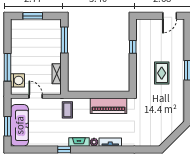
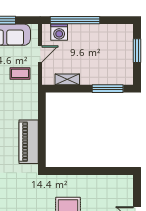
window: (133, 47) -> (100, 171), removed
window: (7, 67) -> (75, 20), width x1.46
coffee table: (67, 110) -> (20, 73), moved

